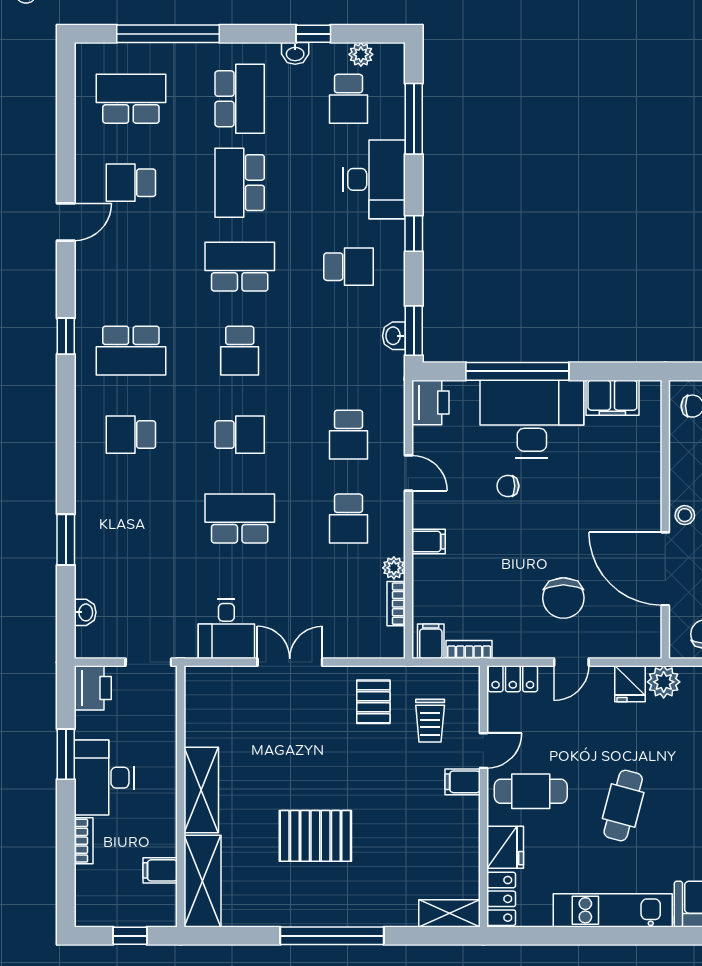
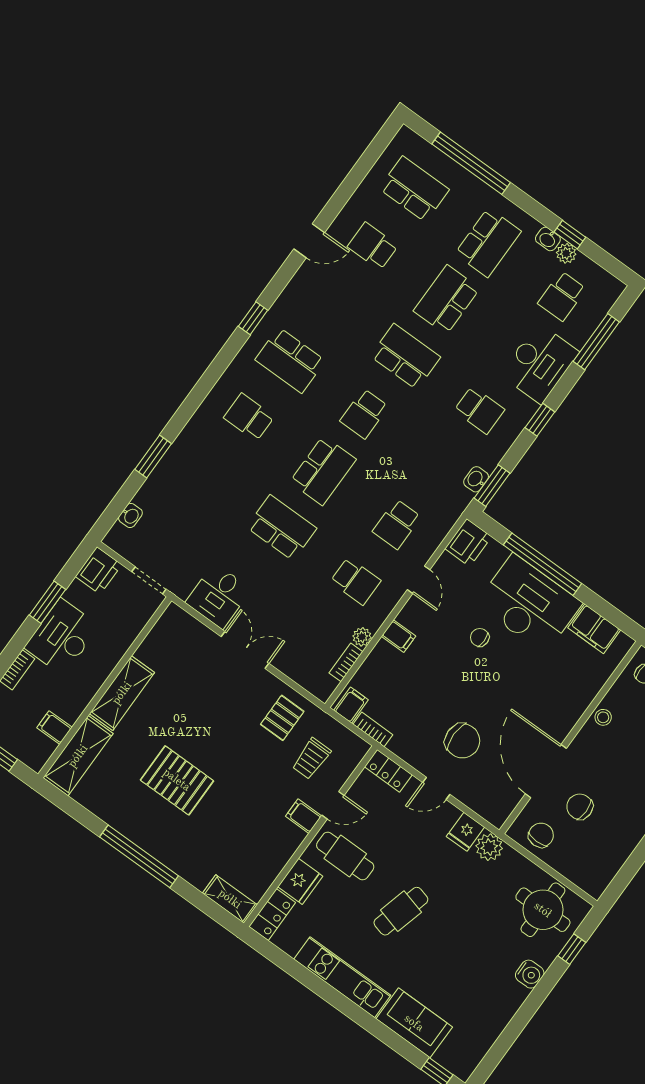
plant: (361, 54) -> (566, 253), moved
school desk: (240, 435) -> (323, 471), width x1.85
stool: (685, 515) -> (603, 717), moved
school desk: (349, 519) -> (355, 581), turned -90
chair: (563, 598) -> (462, 741), turned -90

